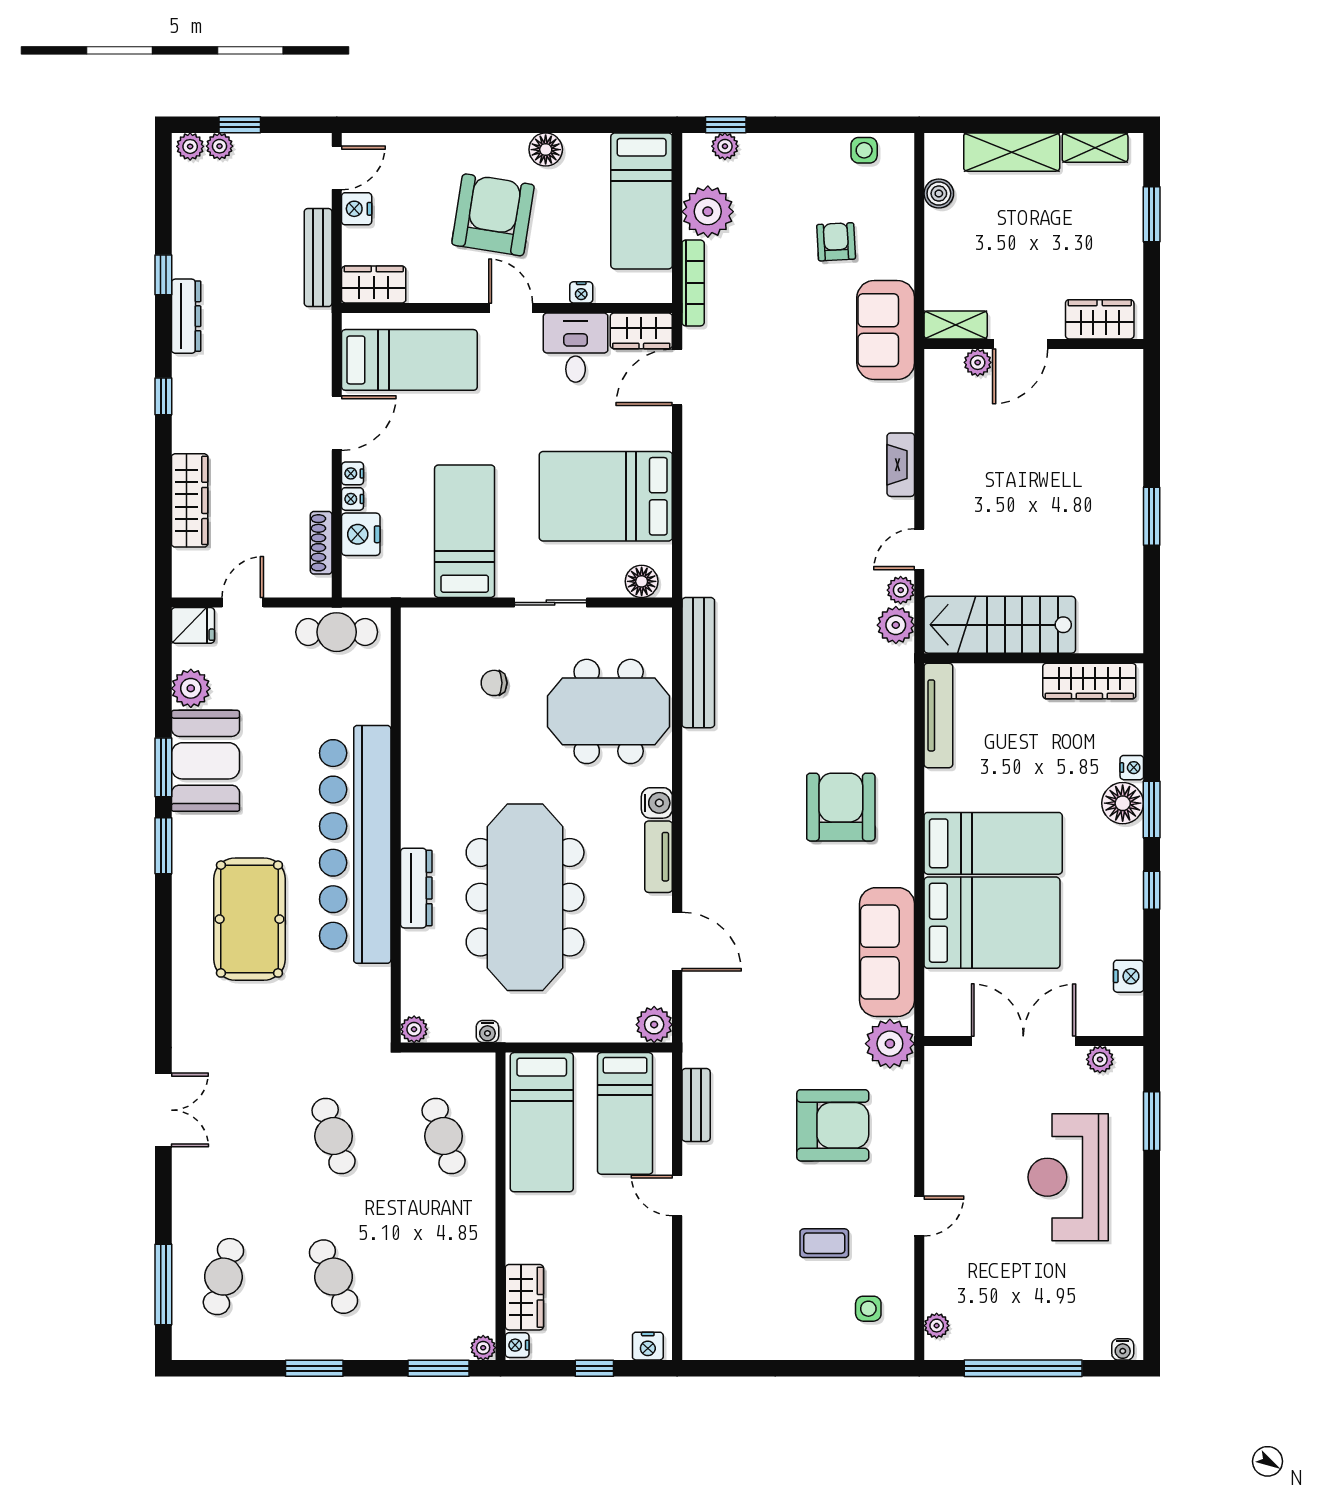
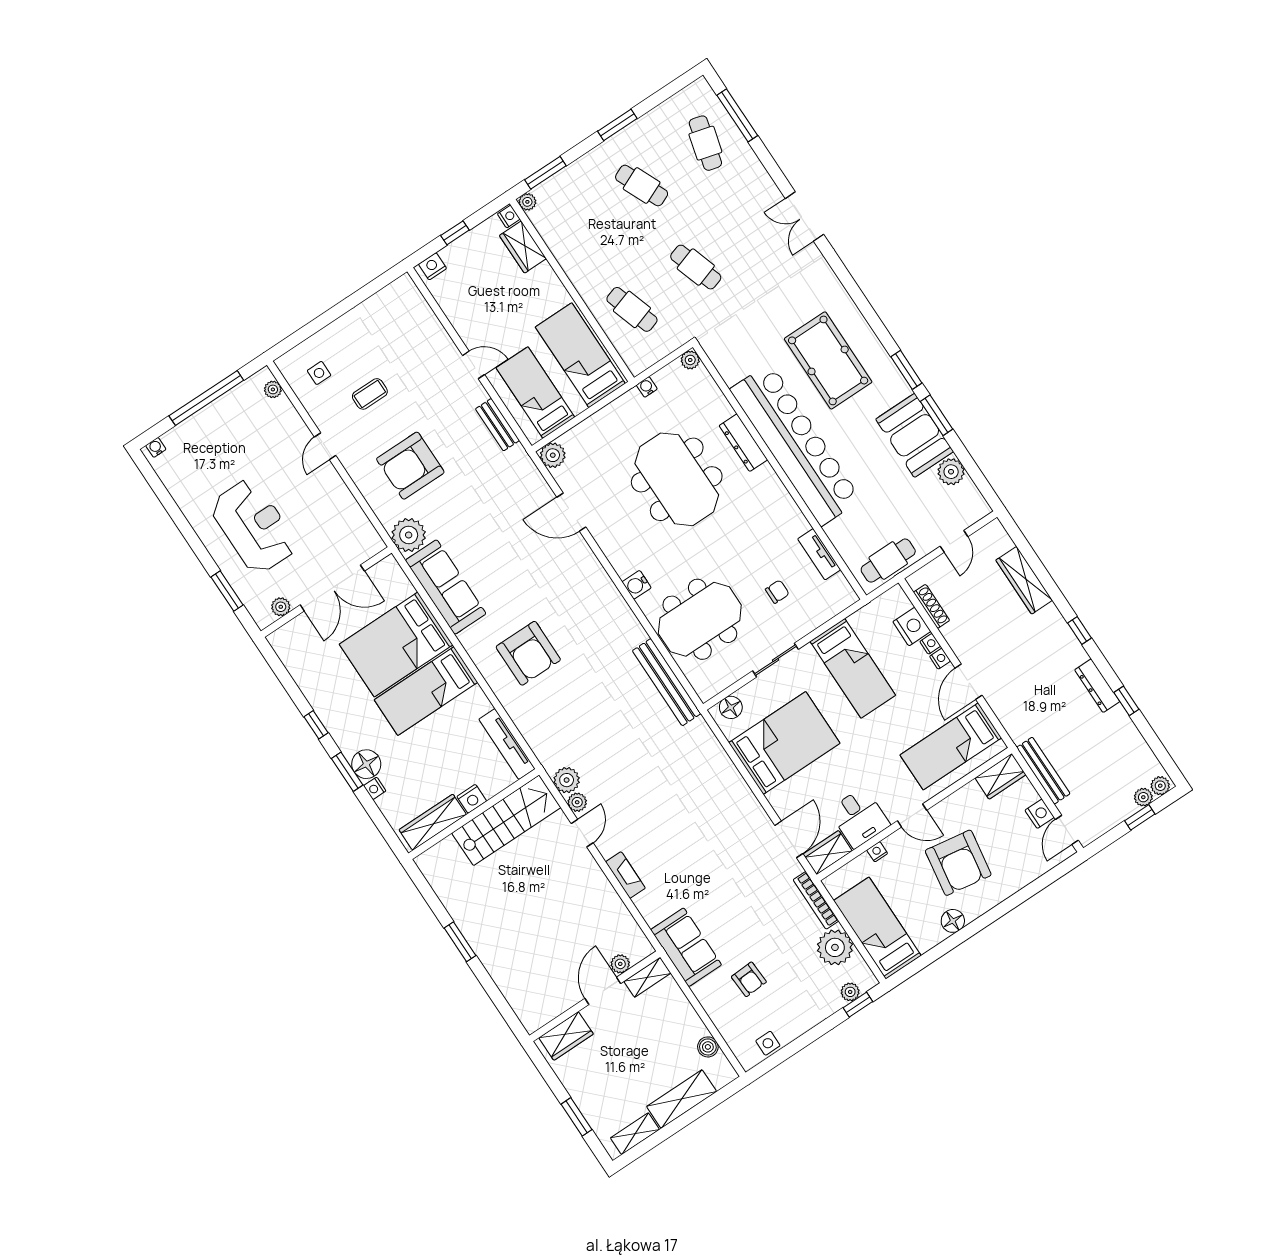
fridge: (193, 625) -> (974, 509), removed
tv unit: (659, 857) -> (819, 554), moved, turned 180
meeting table: (525, 897) -> (677, 479), width x0.73
nightstand: (1129, 976) -> (472, 799), moved, turned -90

